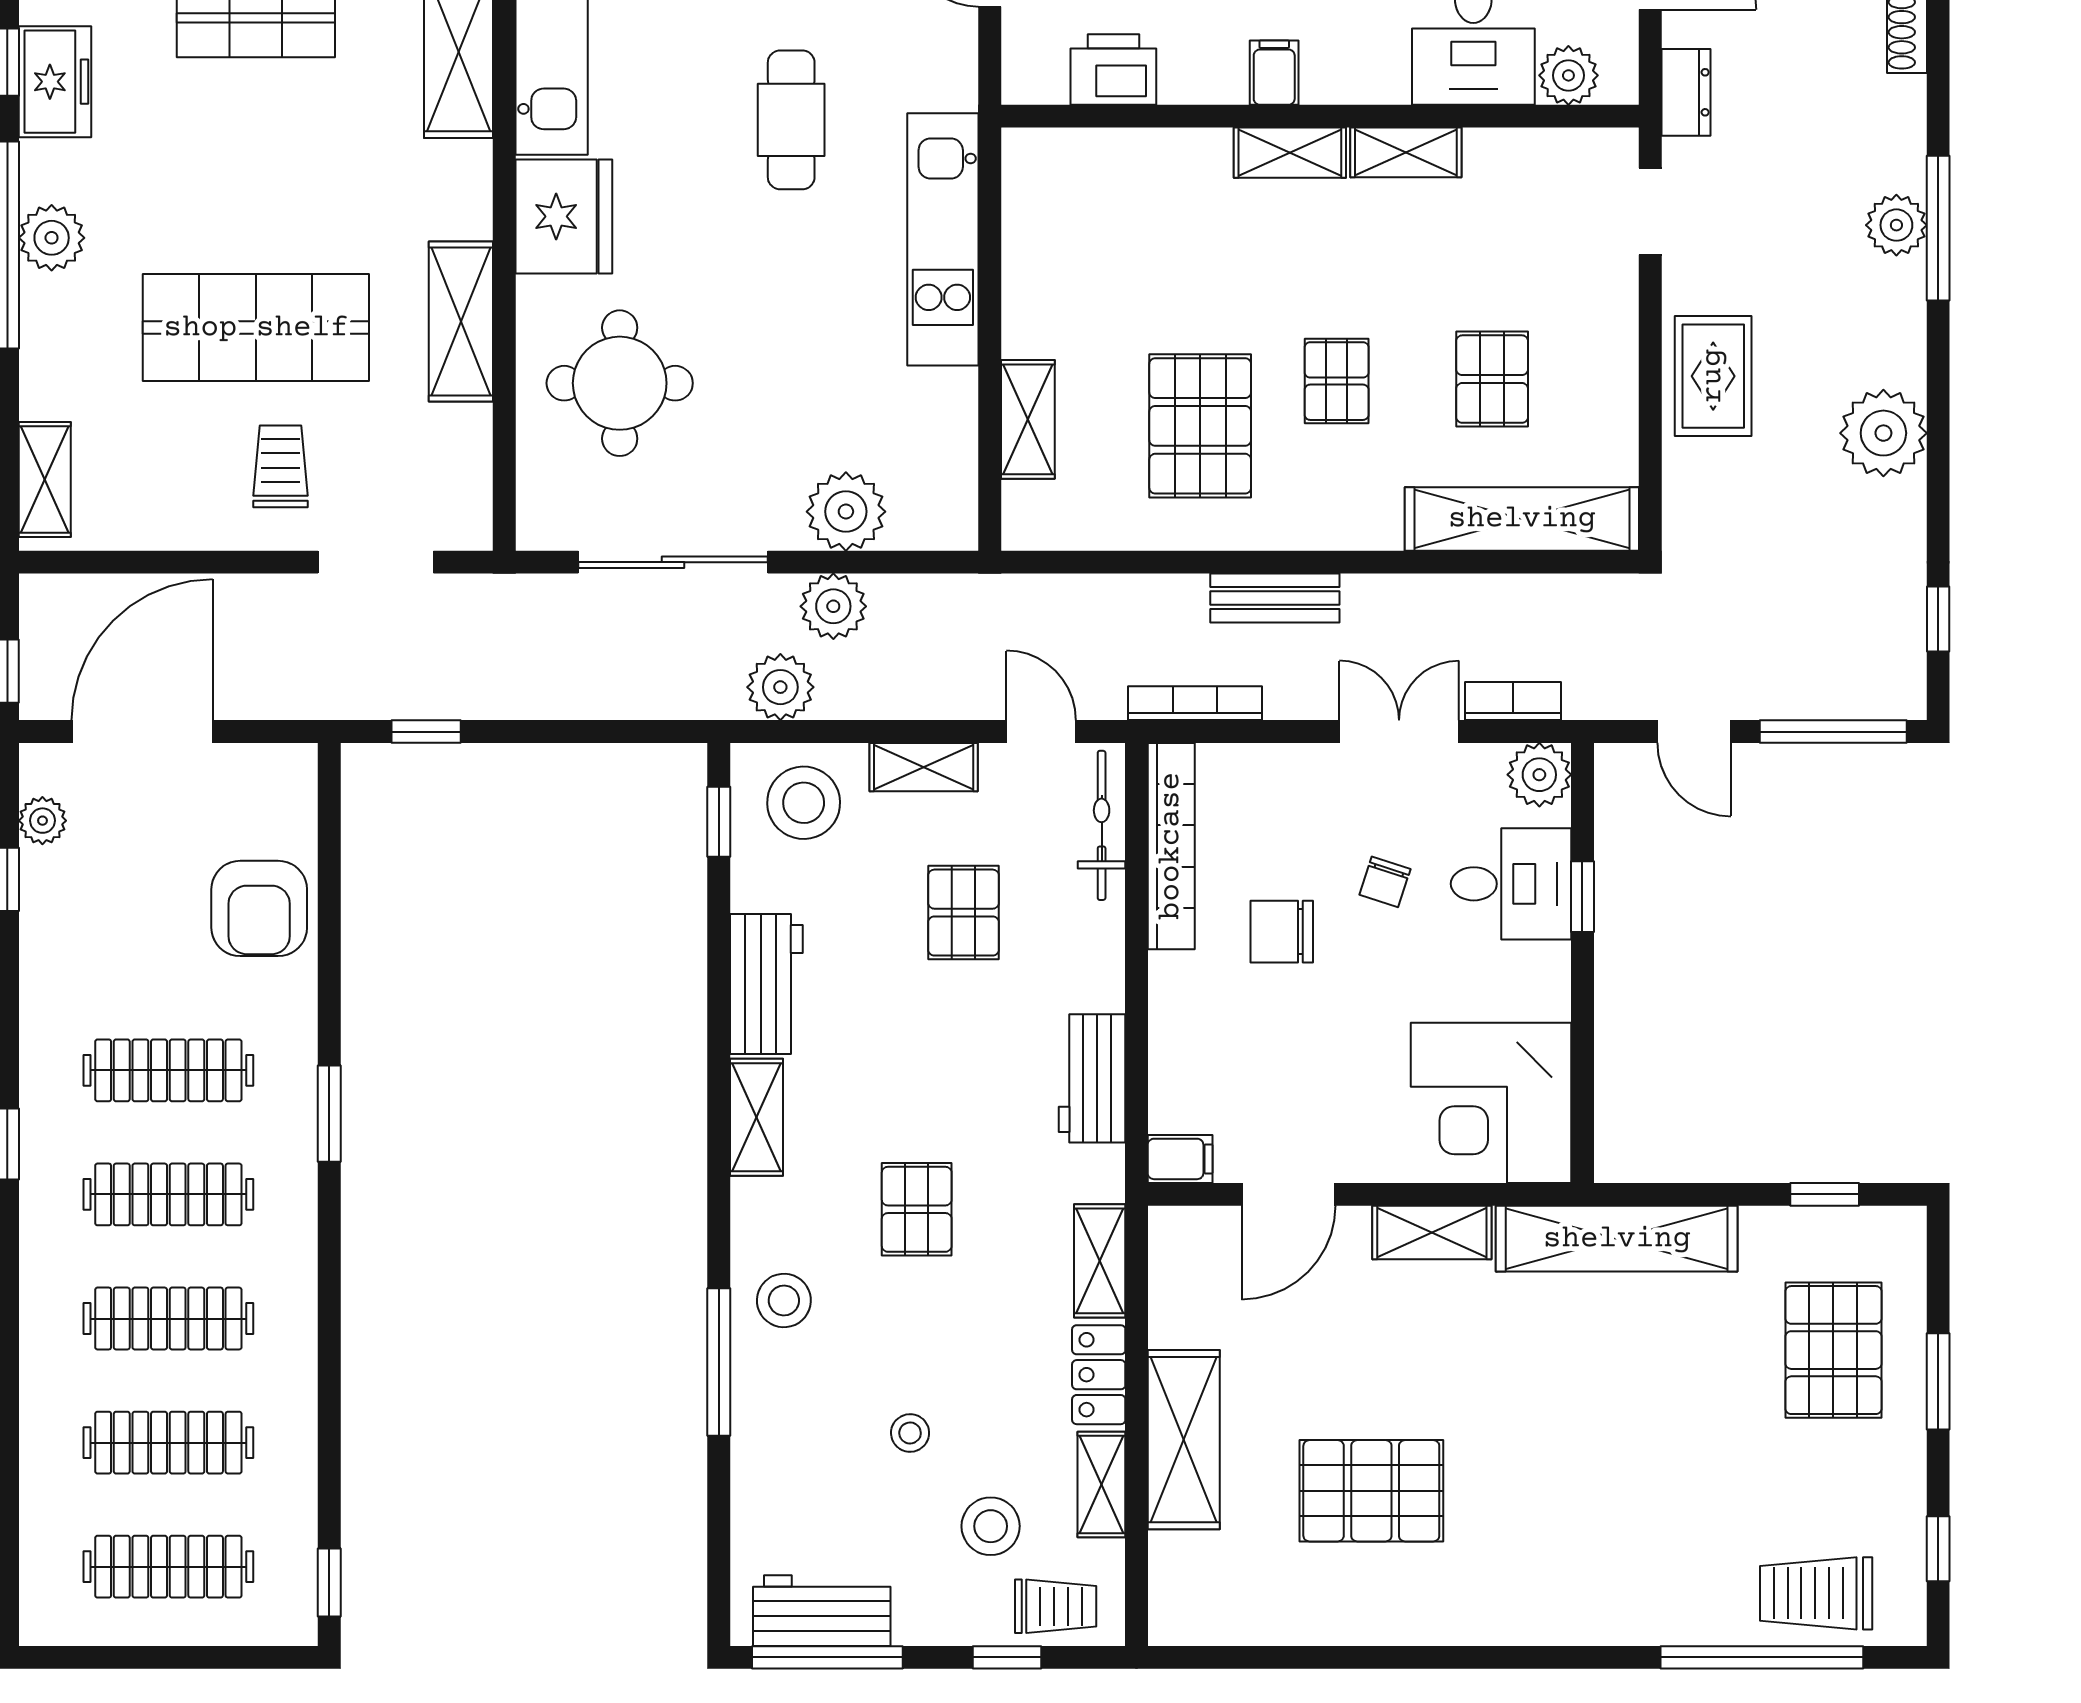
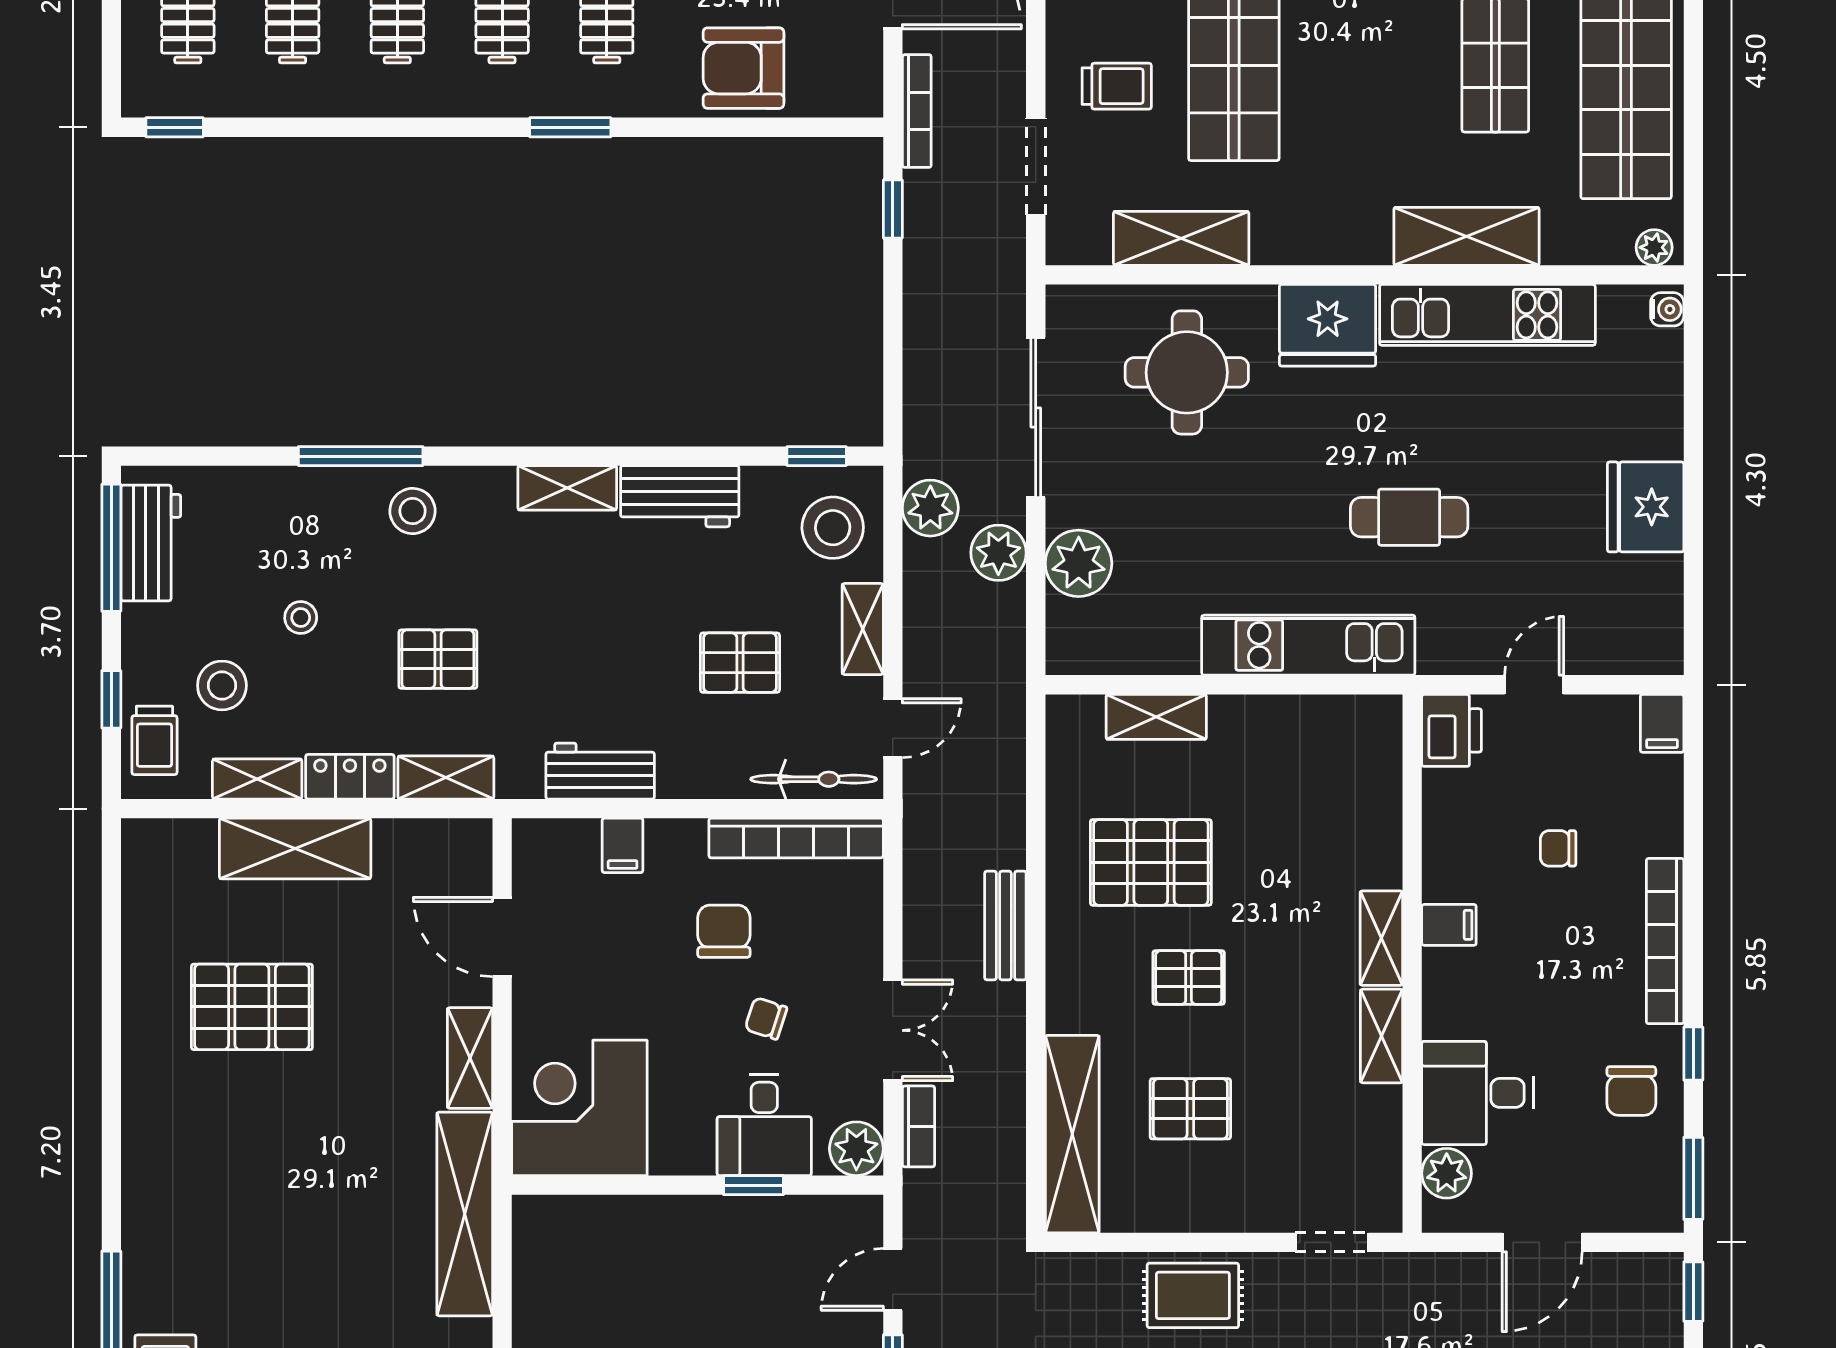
printer: (1113, 70) -> (1452, 730), moved
dresser: (1686, 92) -> (1432, 1272), removed
shelving: (461, 322) -> (1181, 238), moved
bookcase: (1195, 703) -> (917, 111), moved
filing cabinet: (1180, 1159) -> (623, 845), moved
pallet: (917, 1209) -> (438, 659), moved
pallet: (1371, 1491) -> (252, 1007), turned 90

